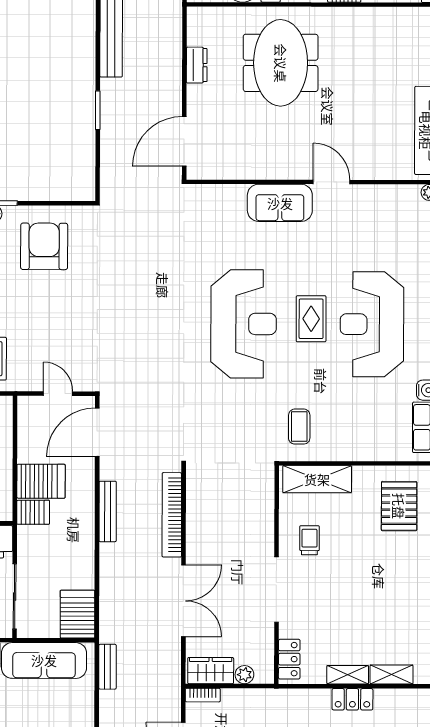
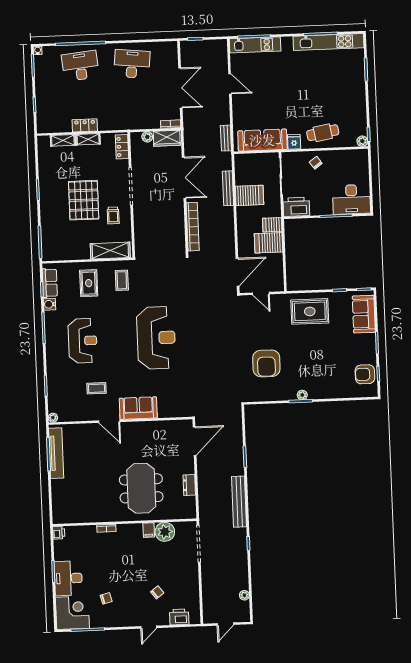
coffee table: (351, 240) -> (97, 388), added
armchair: (44, 246) -> (266, 363), moved
rug: (311, 319) -> (89, 283), moved
reception desk: (244, 324) -> (156, 338), turned 180
reception desk: (372, 324) -> (83, 341), width x0.74, depth x0.77
pallet: (399, 506) -> (84, 200), moved, width x1.37, depth x1.41
bench: (108, 511) -> (228, 188), moved
double door: (183, 601) -> (184, 178), swing flipped
server rack: (77, 614) -> (249, 195), moved, turned -90

